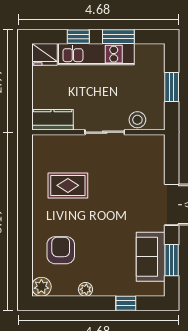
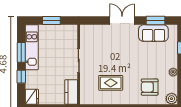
kitchen unit: (96, 54) -> (32, 47), moved
stool: (137, 120) -> (71, 41), removed
rug: (68, 185) -> (111, 83), turned 90

